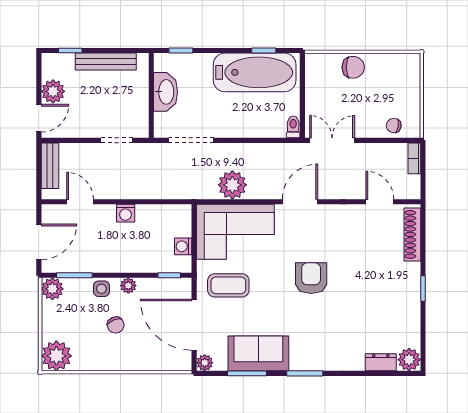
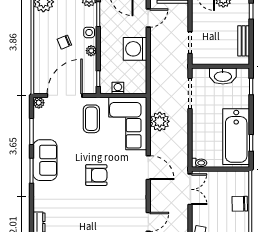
bench: (106, 61) -> (244, 41), width x0.73
chair: (353, 67) -> (240, 204), turned 89
washing machine: (126, 213) -> (135, 49), width x1.89, depth x1.89
sofa: (258, 353) -> (45, 160), moved

